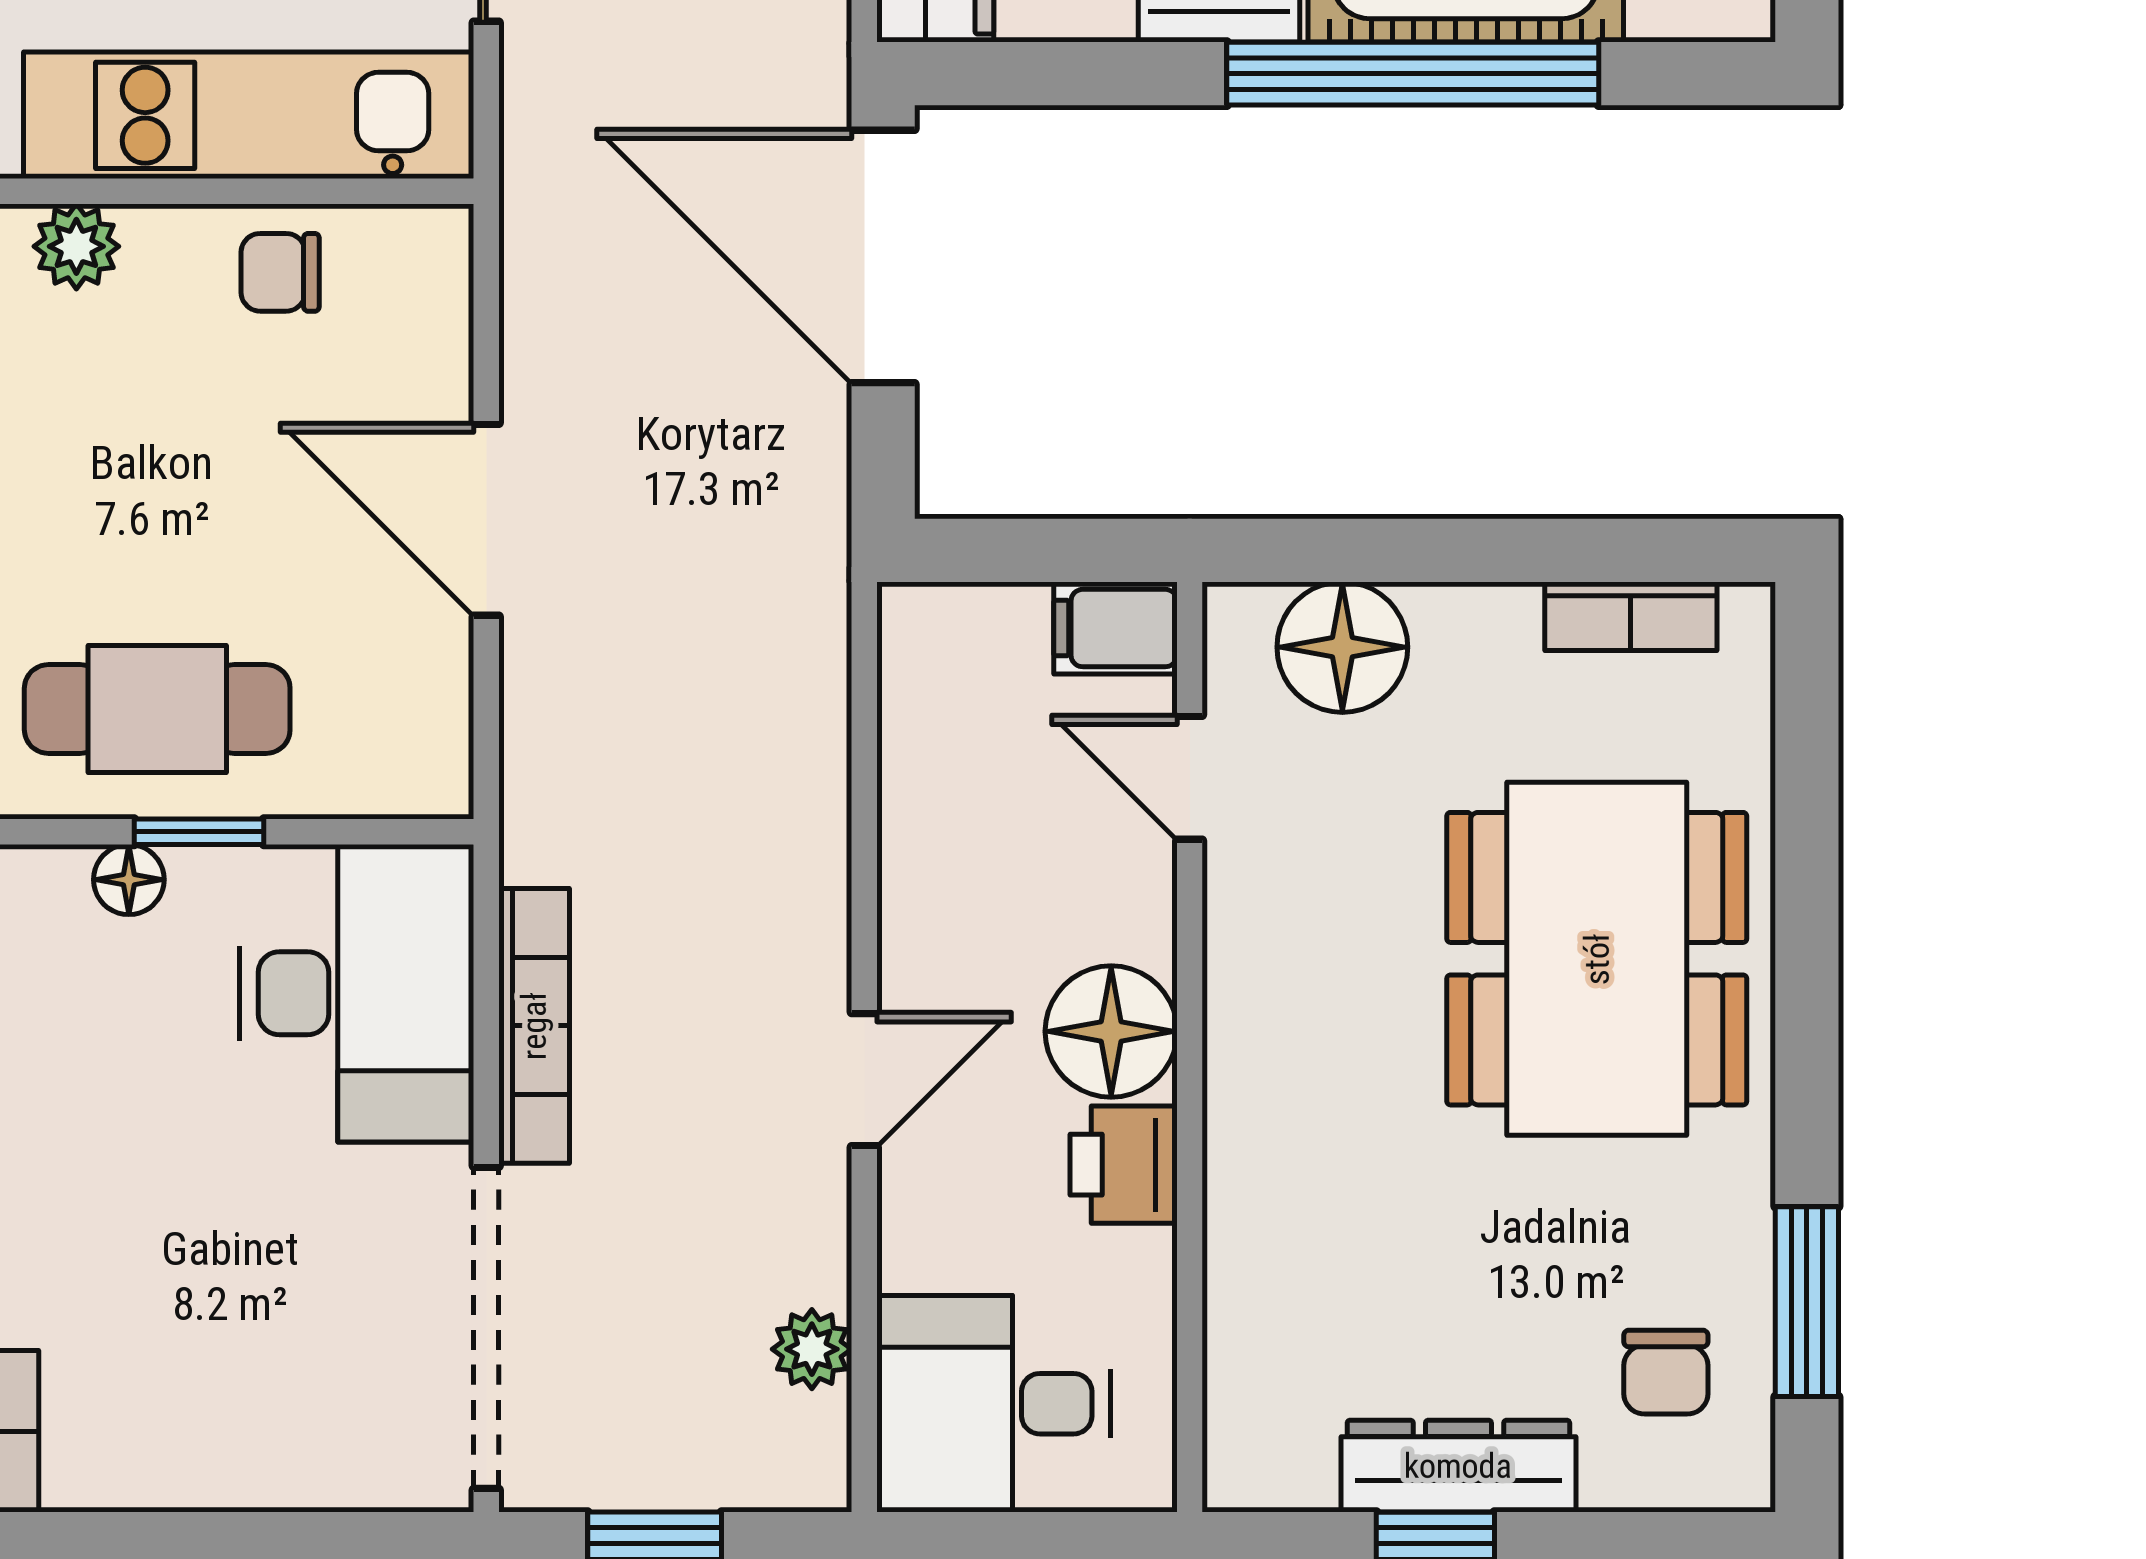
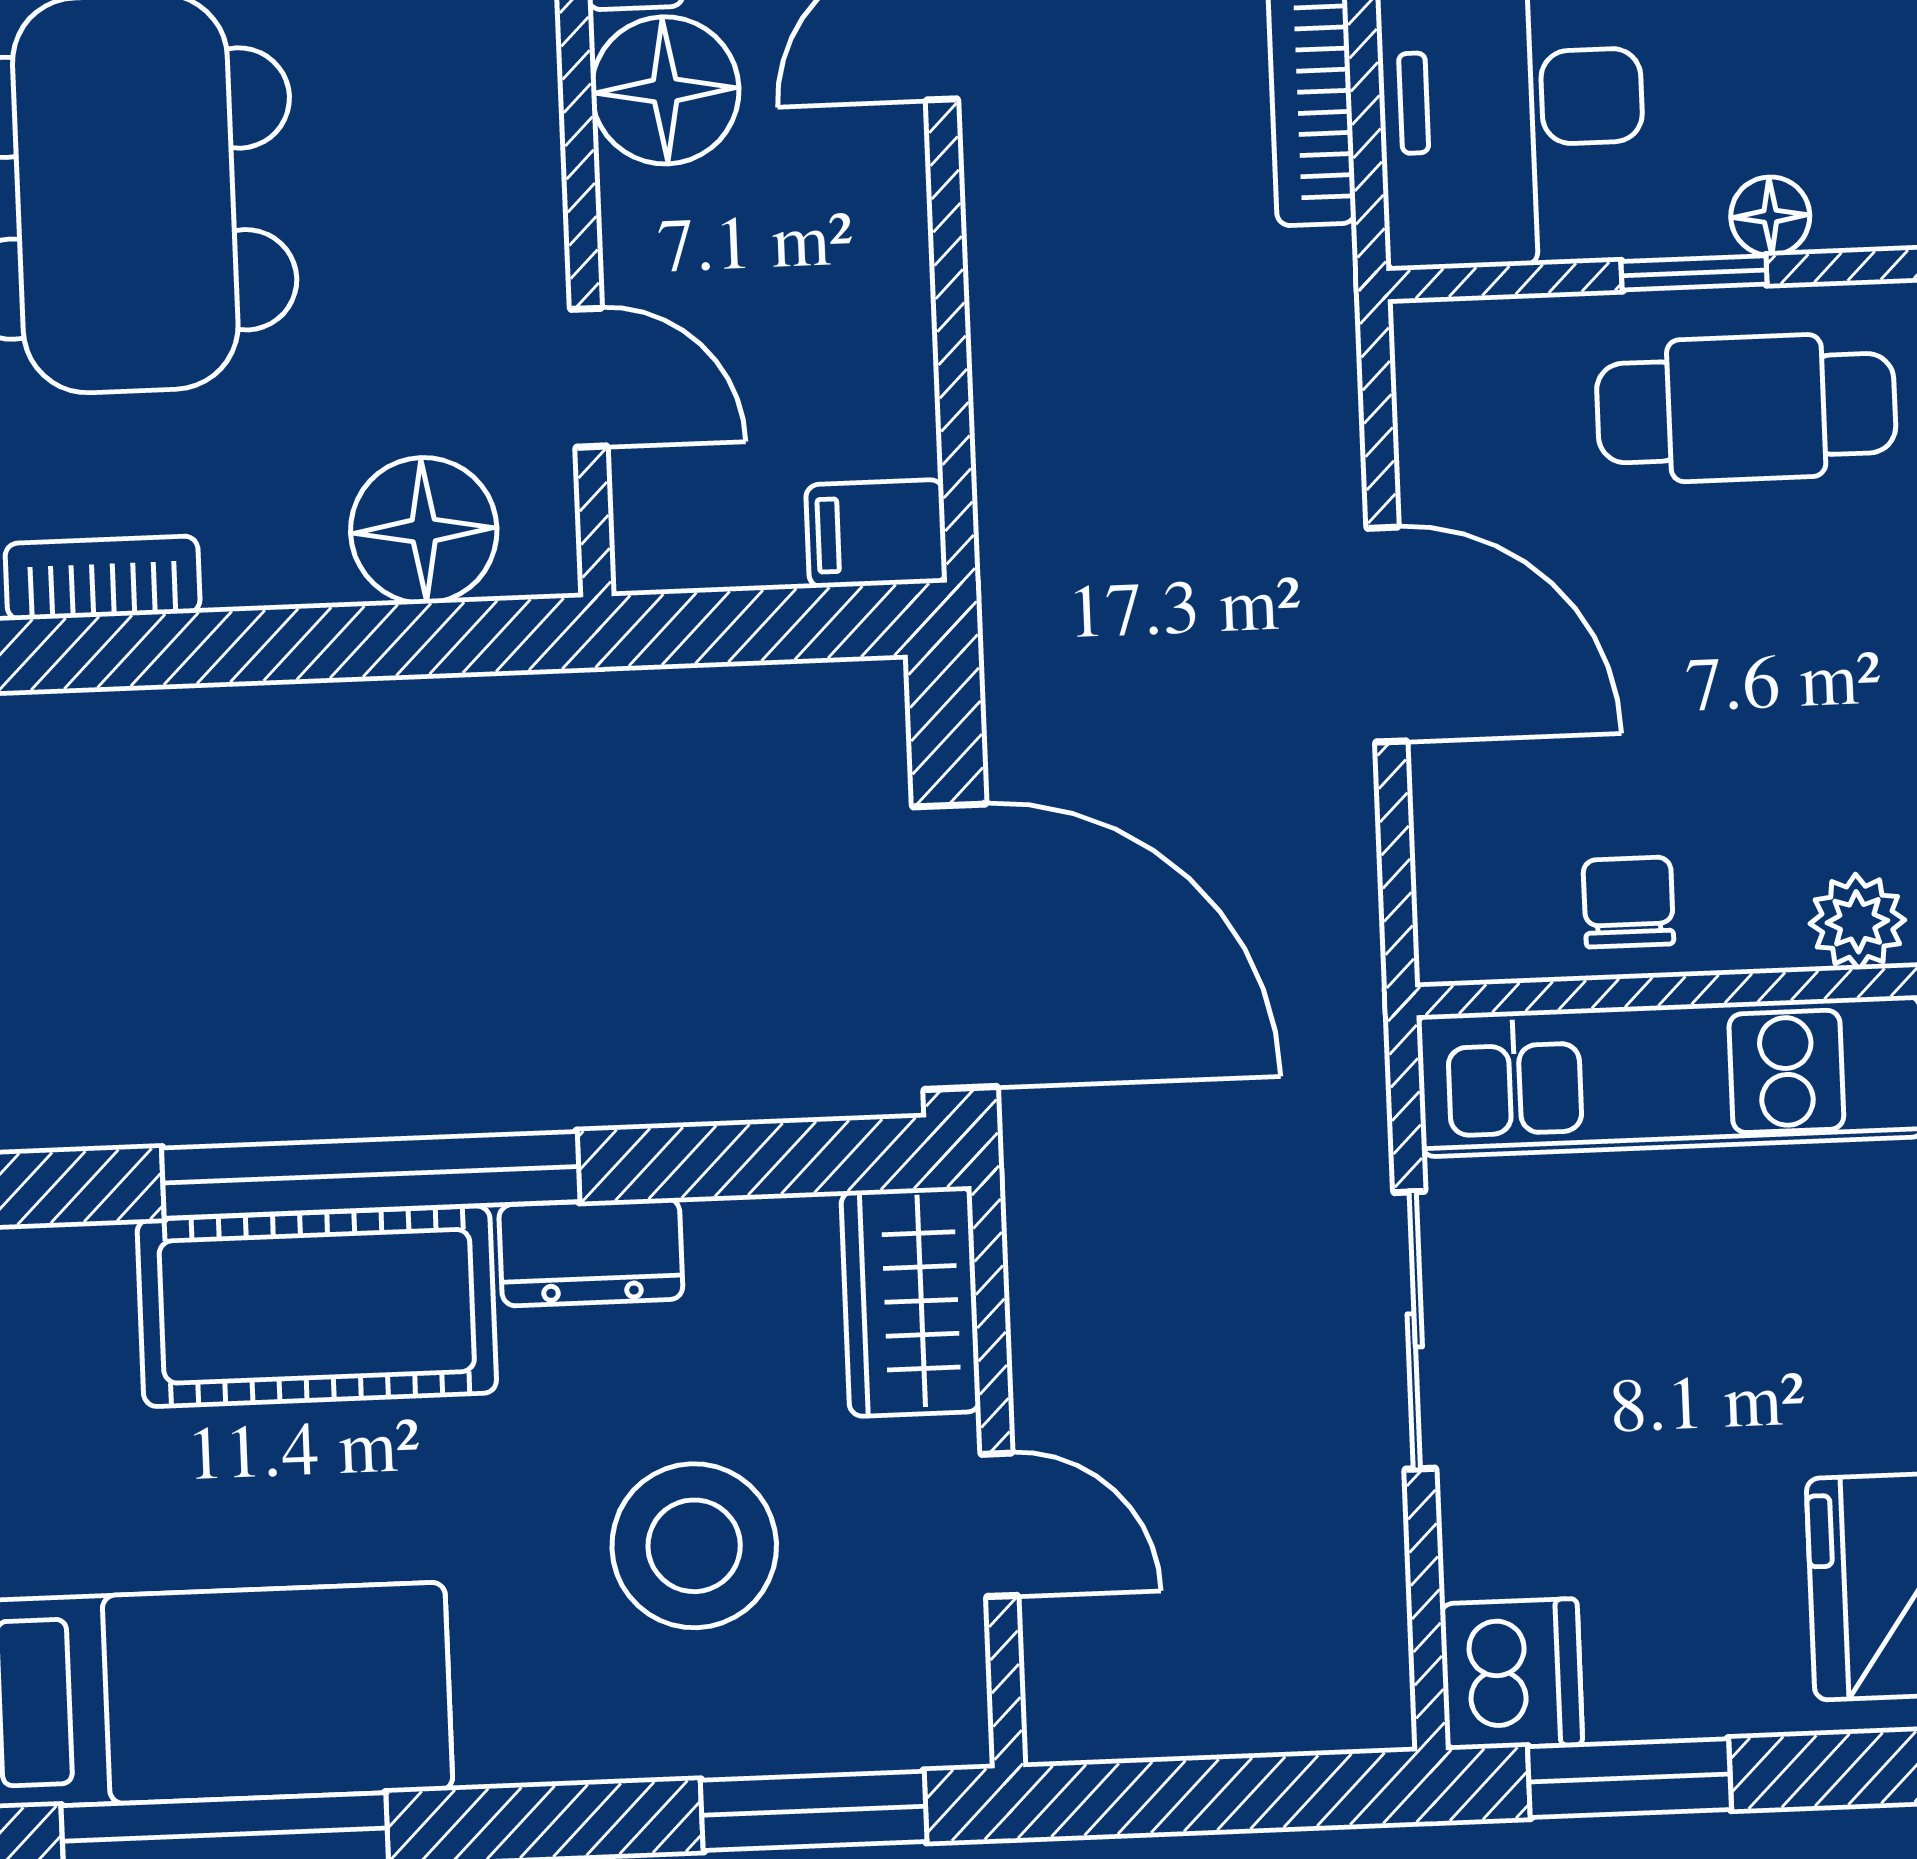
chair: (280, 272) -> (1628, 902), turned -90
filing cabinet: (1115, 628) -> (876, 534), moved, turned 180

